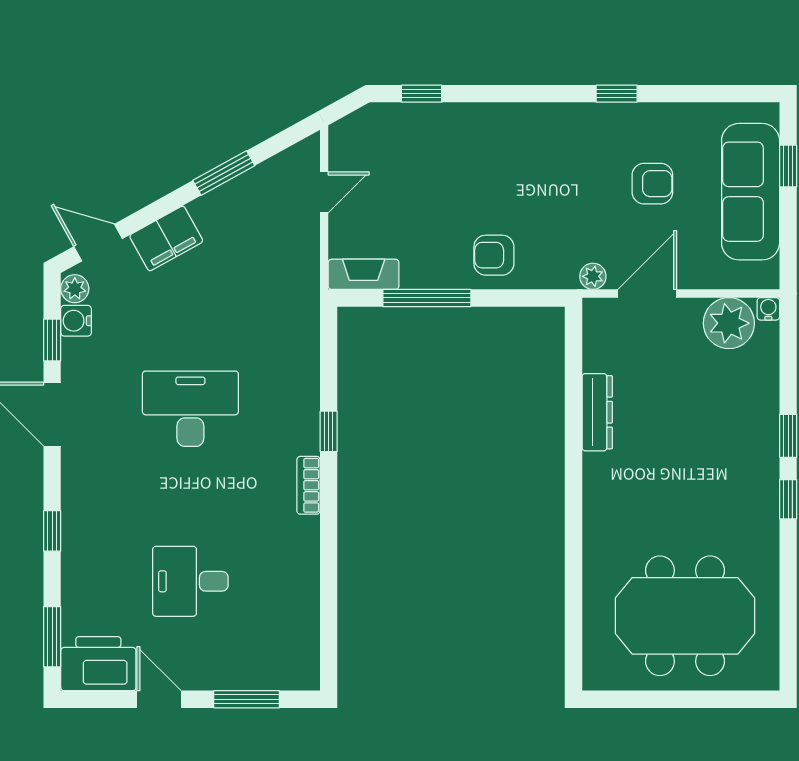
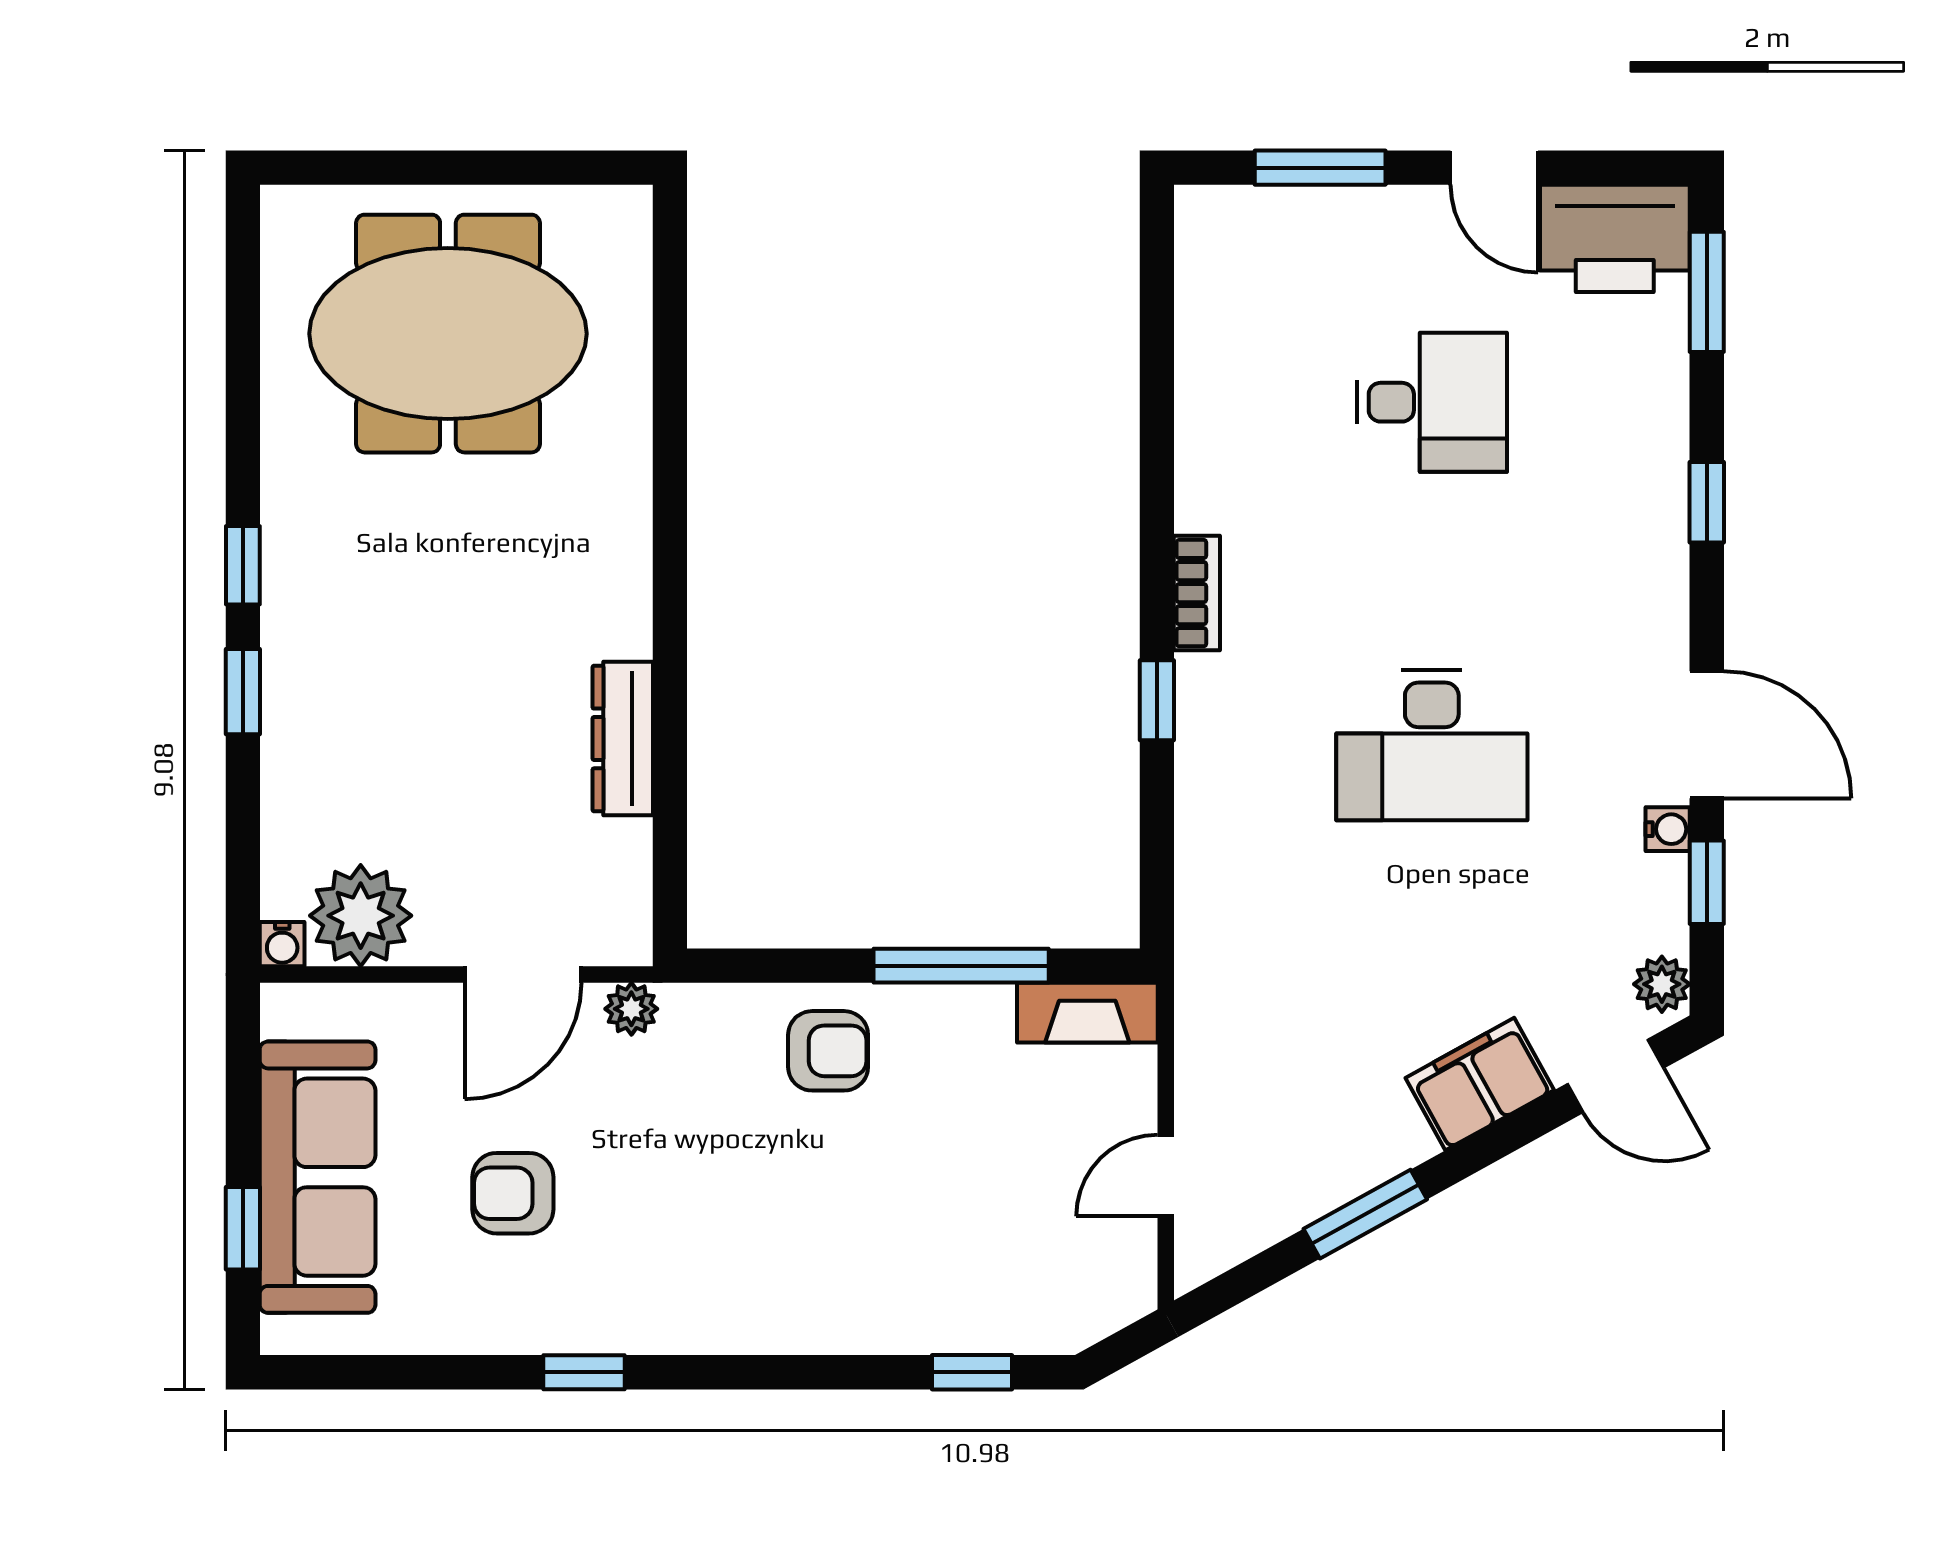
water cooler: (76, 321) -> (1668, 829), moved, width x0.72, depth x0.72

